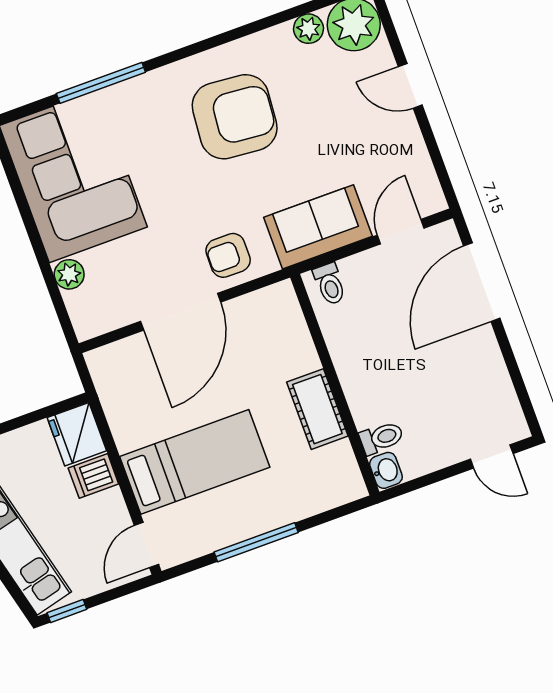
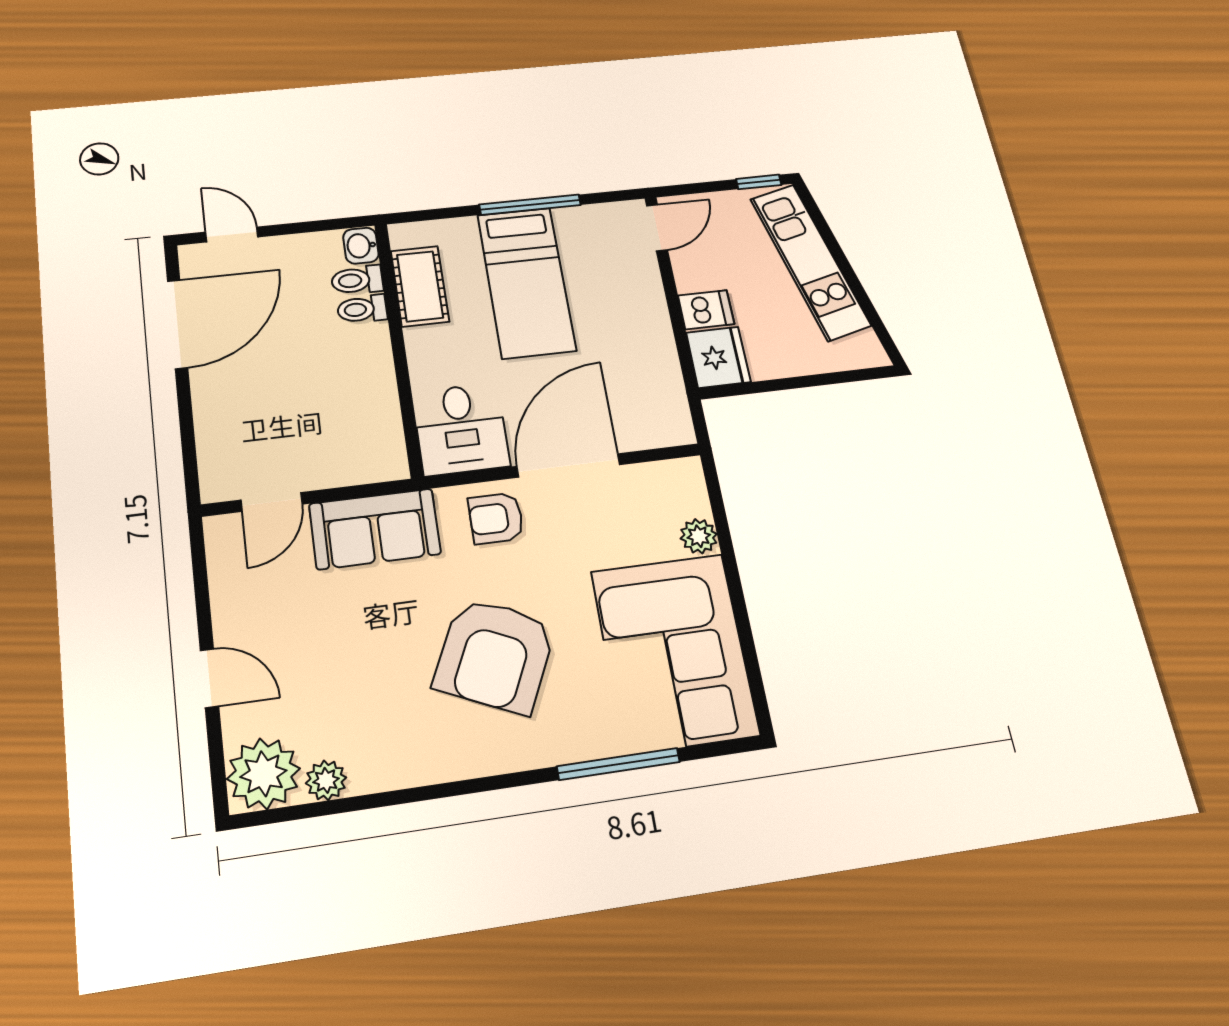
armchair: (235, 117) -> (495, 655), moved, turned -70
armchair: (228, 255) -> (496, 518), turned 180
door: (482, 282) -> (178, 324), moved
toilet: (330, 284) -> (362, 309), moved, turned -90
desk: (270, 324) -> (461, 429), added
cot: (317, 409) -> (420, 286), moved
bed: (195, 462) -> (526, 282), moved, turned -90

